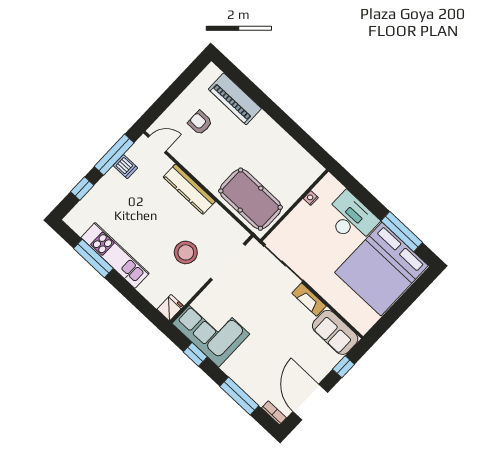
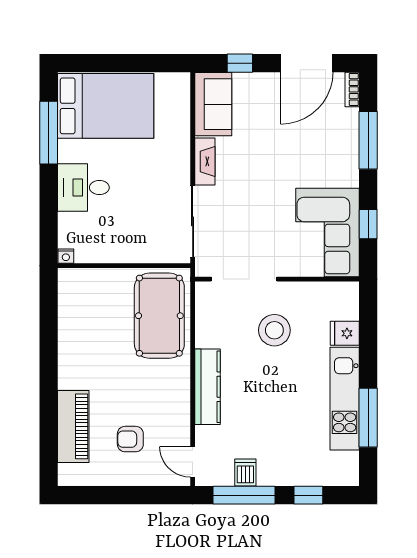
armchair: (200, 123) -> (130, 439), turned 90
nightstand: (311, 198) -> (66, 256), moved
desk: (351, 218) -> (83, 188), width x0.73
bed: (381, 269) -> (106, 106), width x0.73
fridge: (170, 308) -> (345, 333), moved

